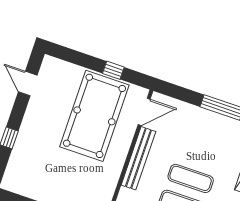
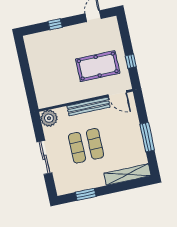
pool table: (94, 116) -> (98, 66), width x0.73, depth x0.76

